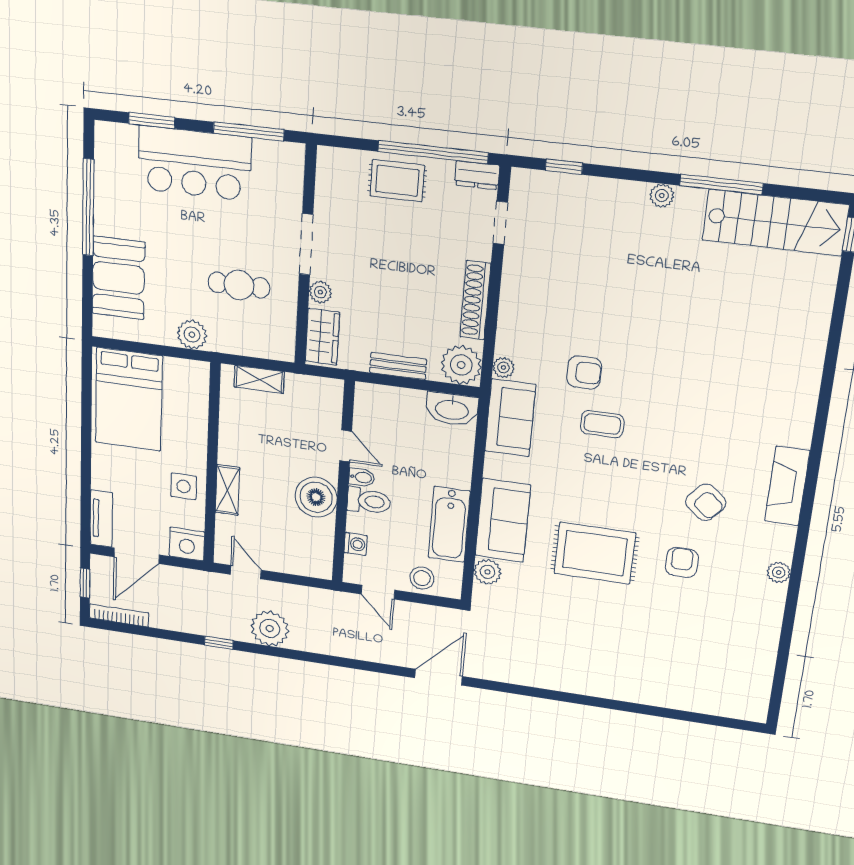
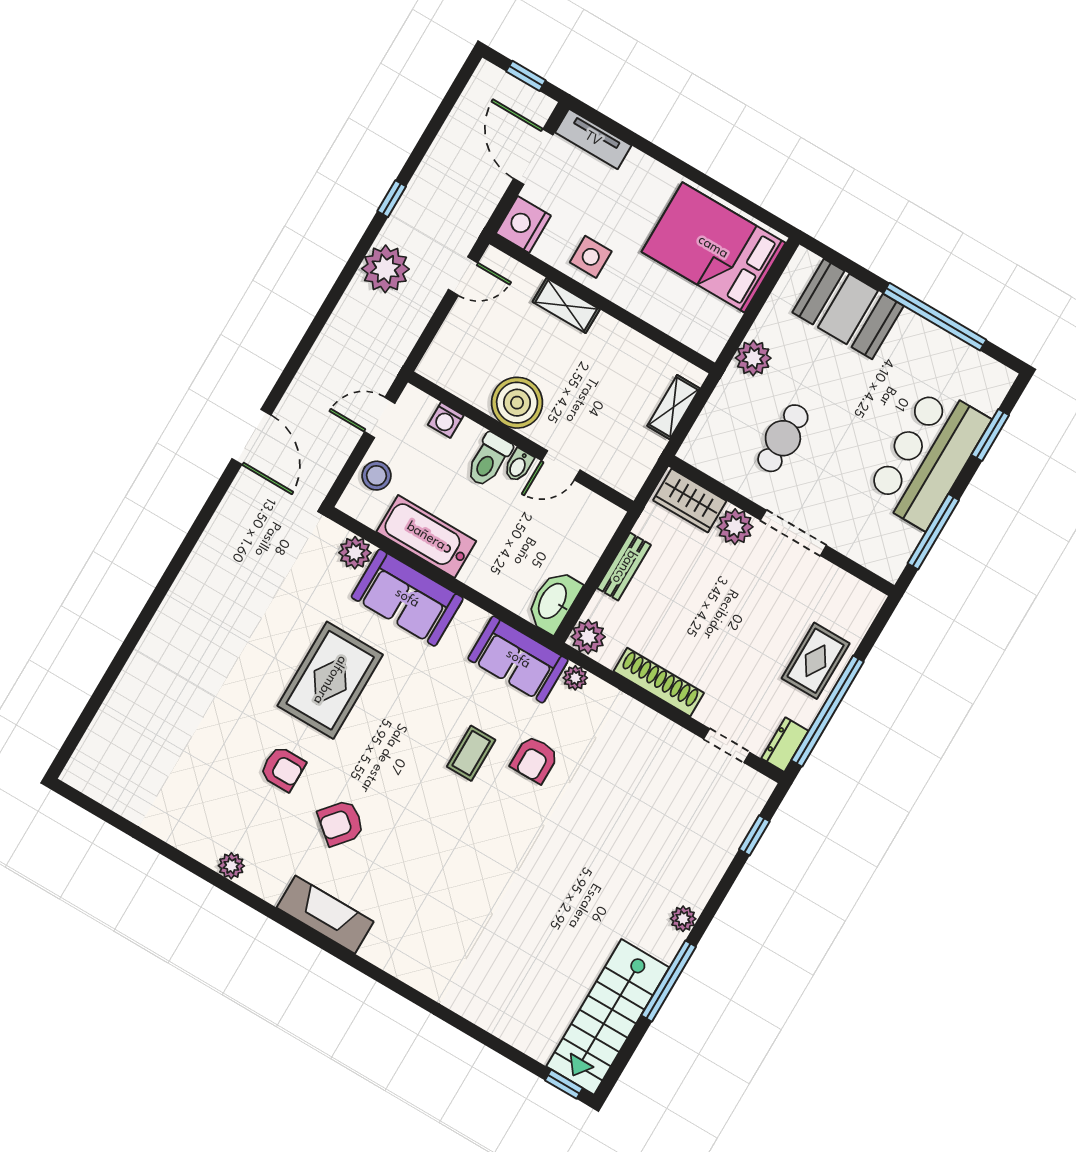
plant: (320, 292) -> (735, 527), width x1.38, depth x1.38
plant: (461, 365) -> (588, 637), width x0.73, depth x0.73
bookcase: (119, 615) -> (471, 95), removed

